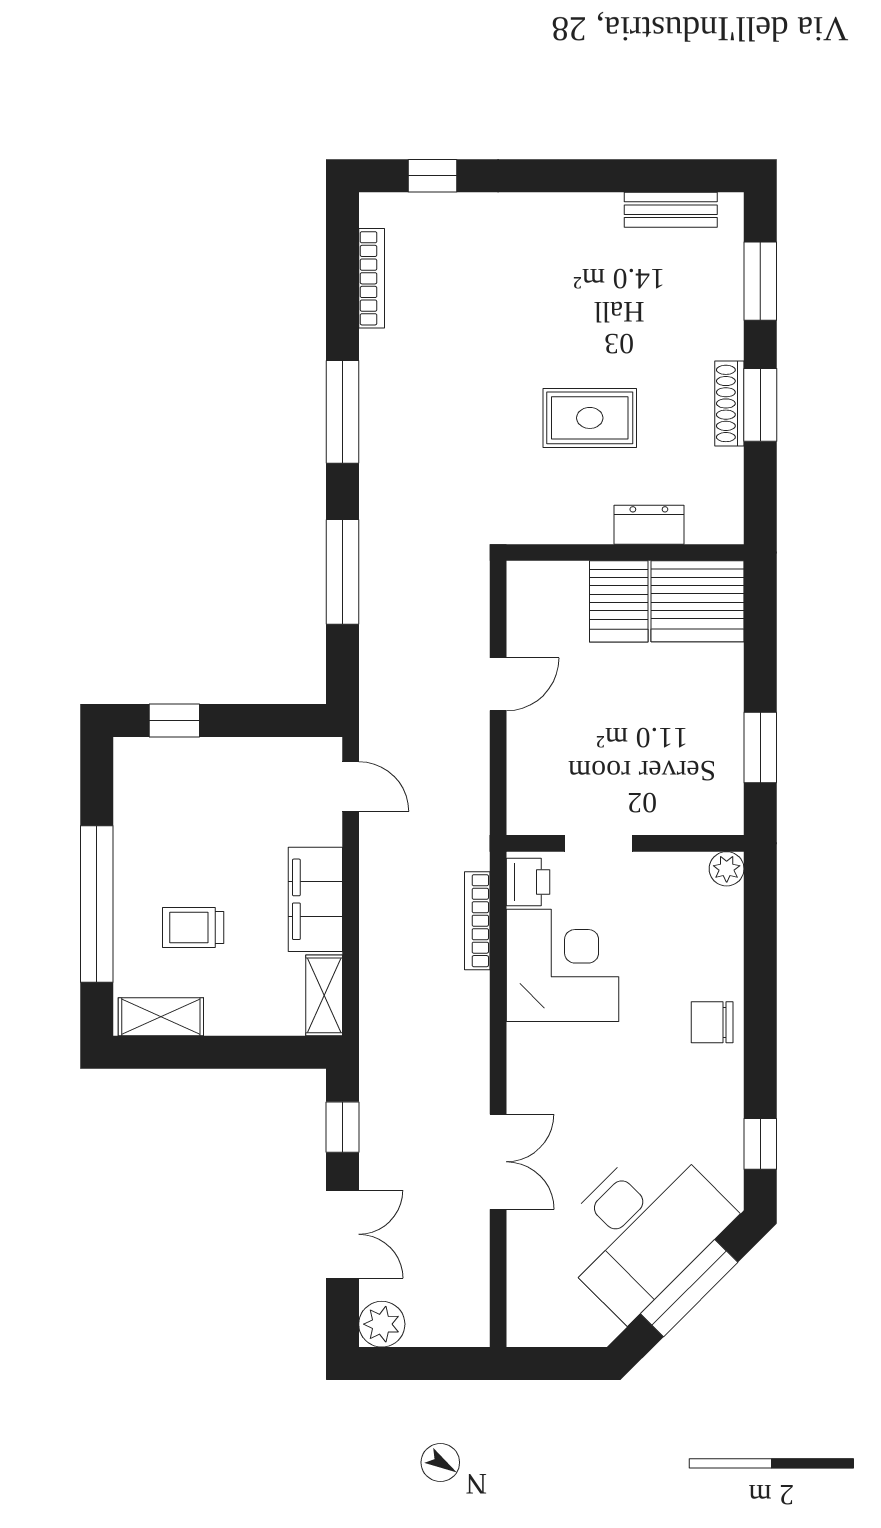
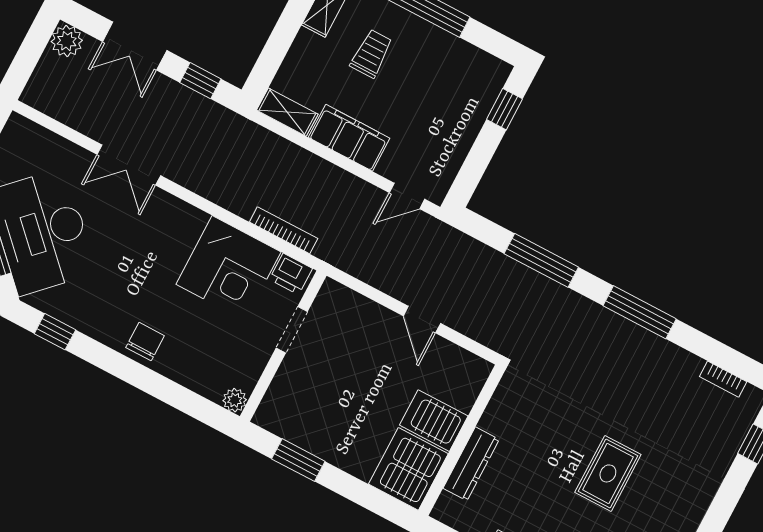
bookcase: (372, 278) -> (723, 379), width x0.64
rug: (590, 418) -> (608, 473), moved
dresser: (649, 525) -> (471, 464), width x1.44

